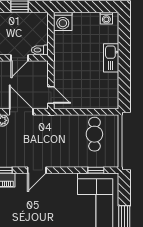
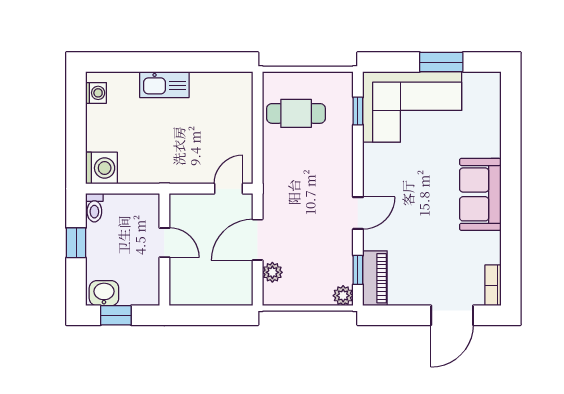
toilet: (40, 50) -> (94, 208), moved
door: (37, 170) -> (358, 213), hinge flipped

